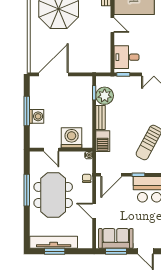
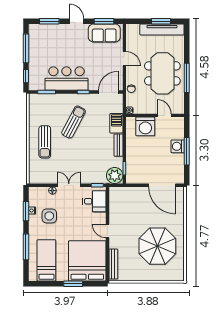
door: (54, 74) -> (162, 185), hinge flipped
plant: (105, 96) -> (115, 175), moved

